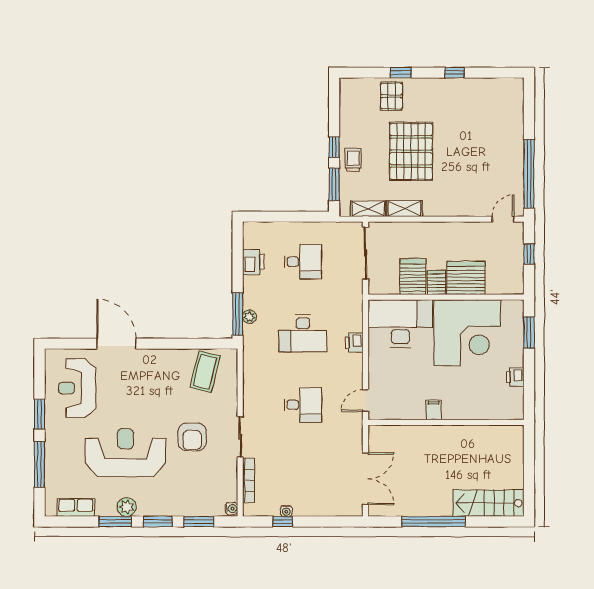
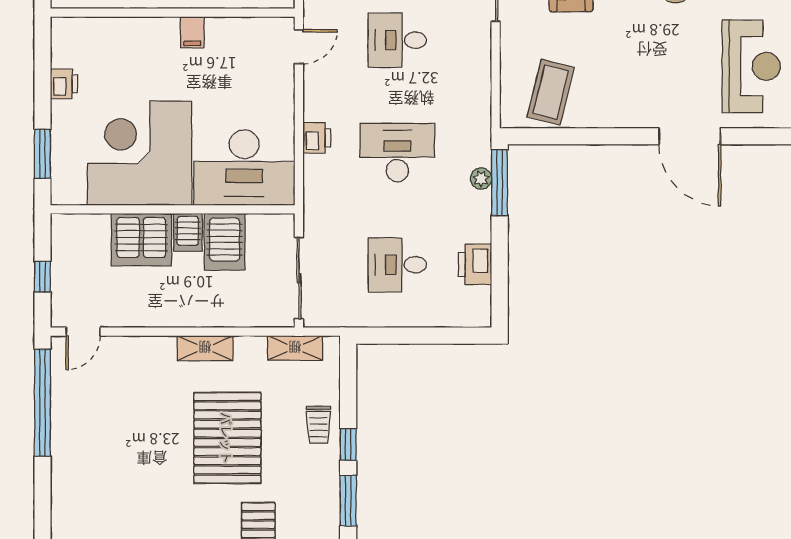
window: (334, 184) -> (348, 501), moved
shelving: (405, 209) -> (205, 348), moved

